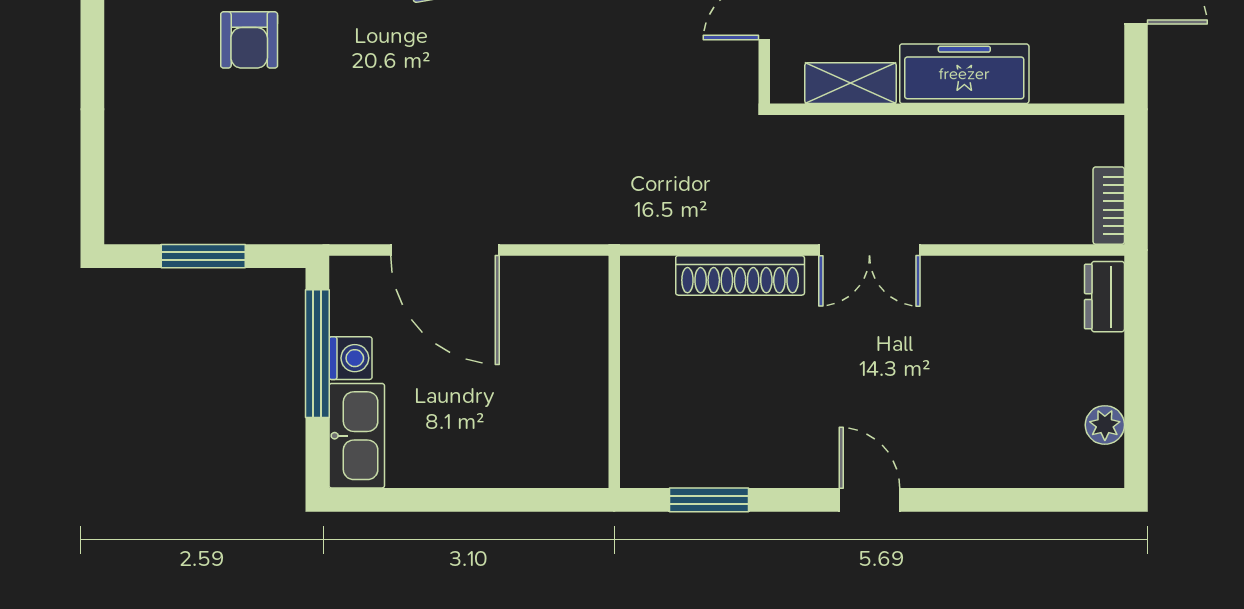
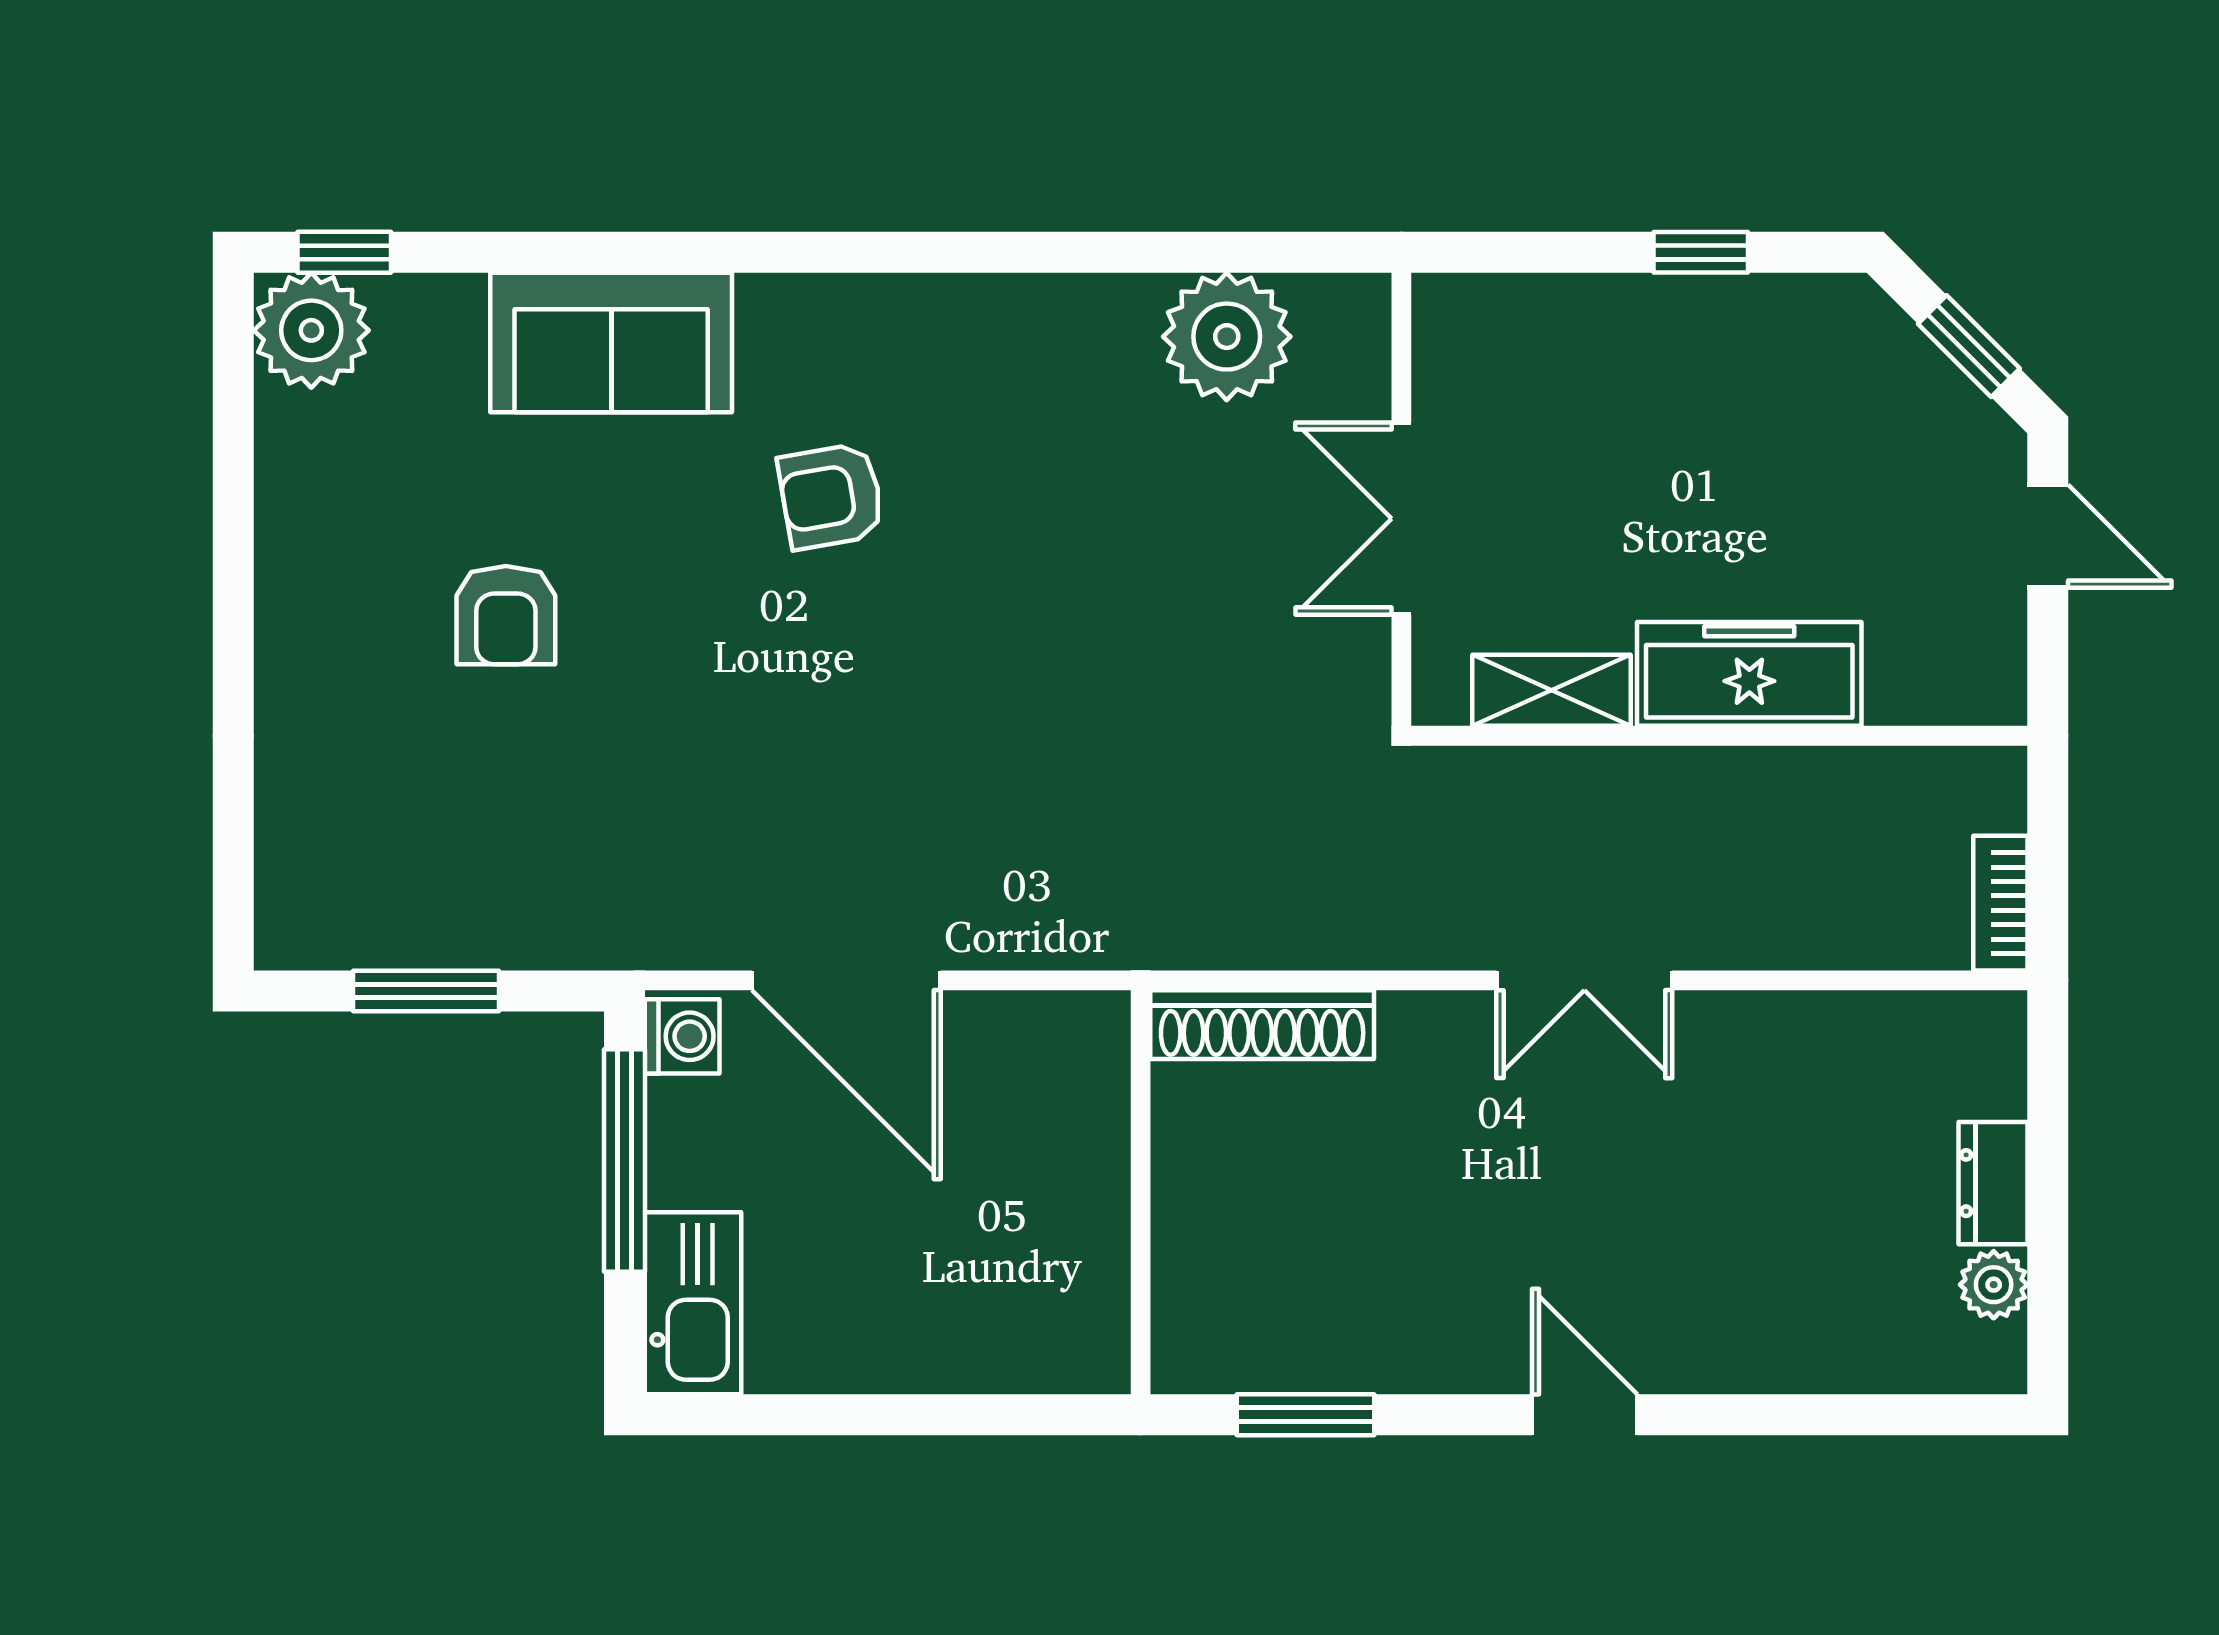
shoe rack: (740, 275) -> (1262, 1025), moved
dresser: (1104, 297) -> (1993, 1183), moved
washing machine: (351, 358) -> (682, 1036), moved

